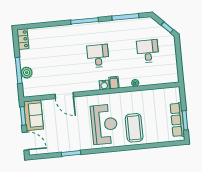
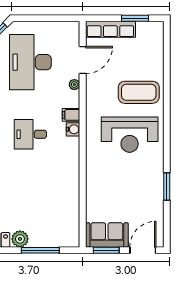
desk: (148, 51) -> (30, 62), width x1.87, depth x1.30
plant: (27, 73) -> (20, 239), moved
door: (64, 95) -> (83, 60), moved
row of seats: (177, 120) -> (110, 29), moved
reception desk: (104, 124) -> (130, 135), turned 180

